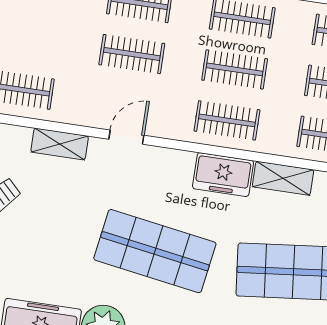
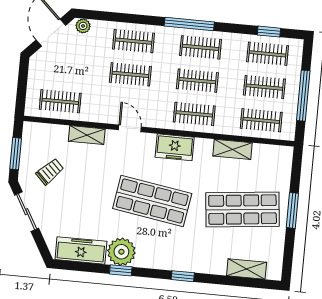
door: (126, 137) -> (130, 128), hinge flipped
freezer: (223, 175) -> (175, 147), moved

